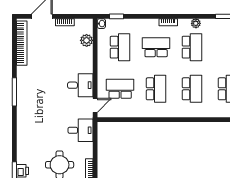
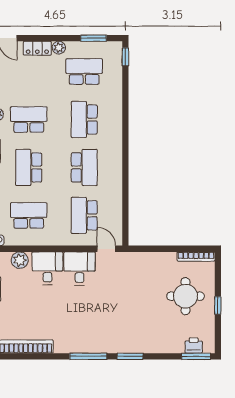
school desk: (156, 89) -> (84, 167), turned 90
school desk: (192, 89) -> (84, 119), turned -90
window: (14, 123) -> (130, 356), added
desk: (80, 130) -> (47, 268), moved

